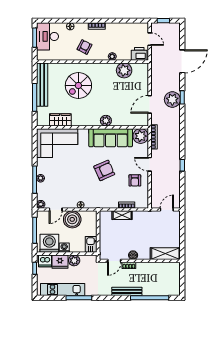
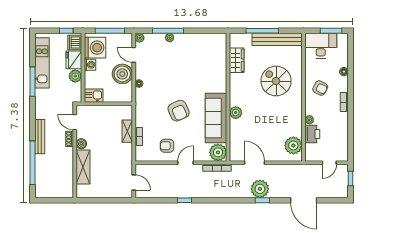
desk: (48, 36) -> (321, 46), moved
printer: (139, 54) -> (312, 134), moved
plant: (124, 70) -> (293, 145), moved
corner sofa: (57, 143) -> (210, 57), removed
shelving: (165, 254) -> (83, 167), moved

